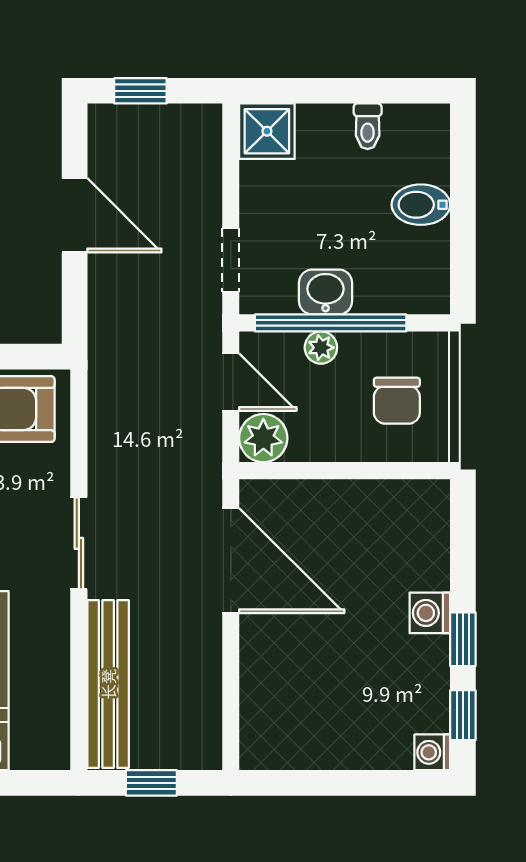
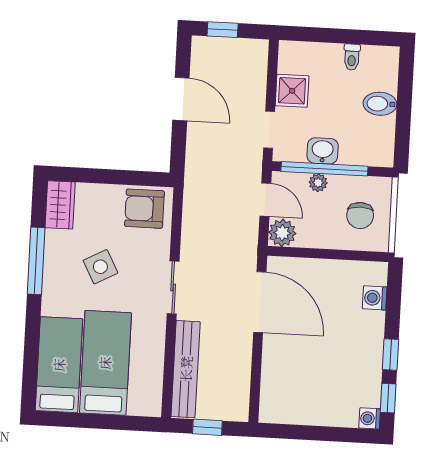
shower: (267, 131) -> (292, 91), moved
washing machine: (430, 613) -> (375, 298), moved

